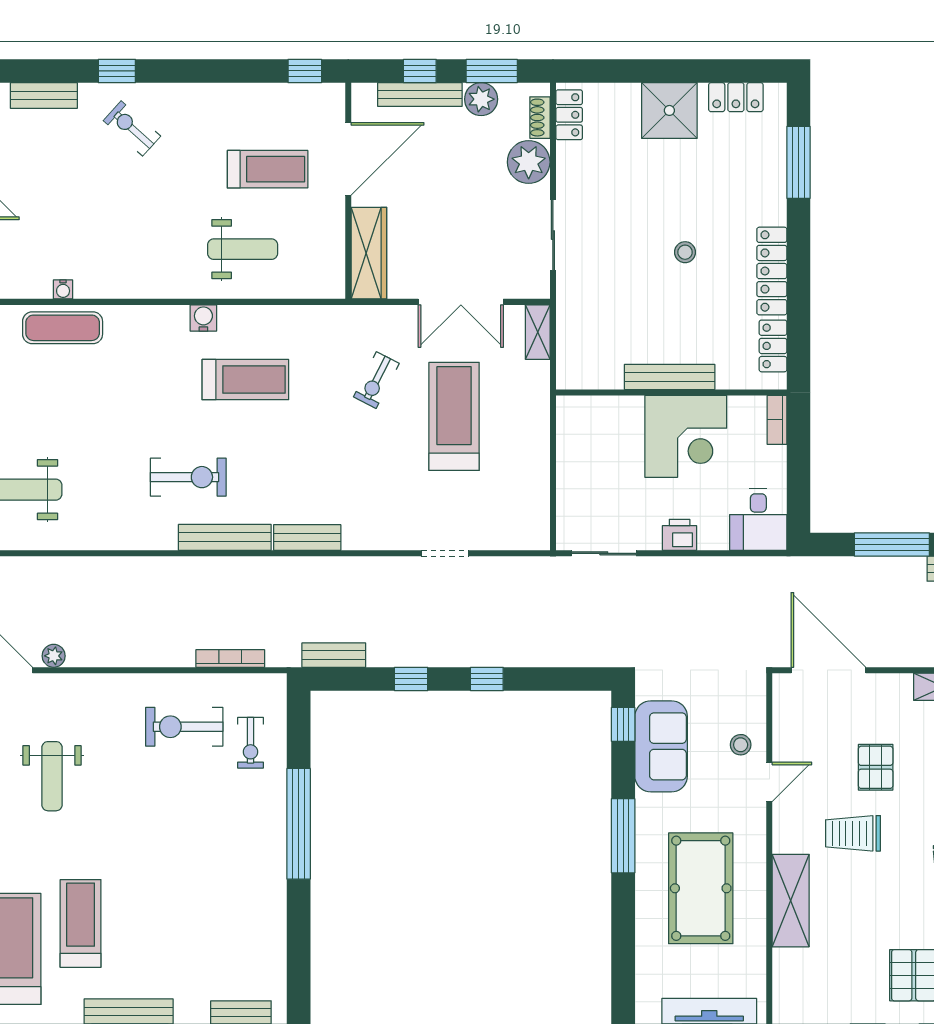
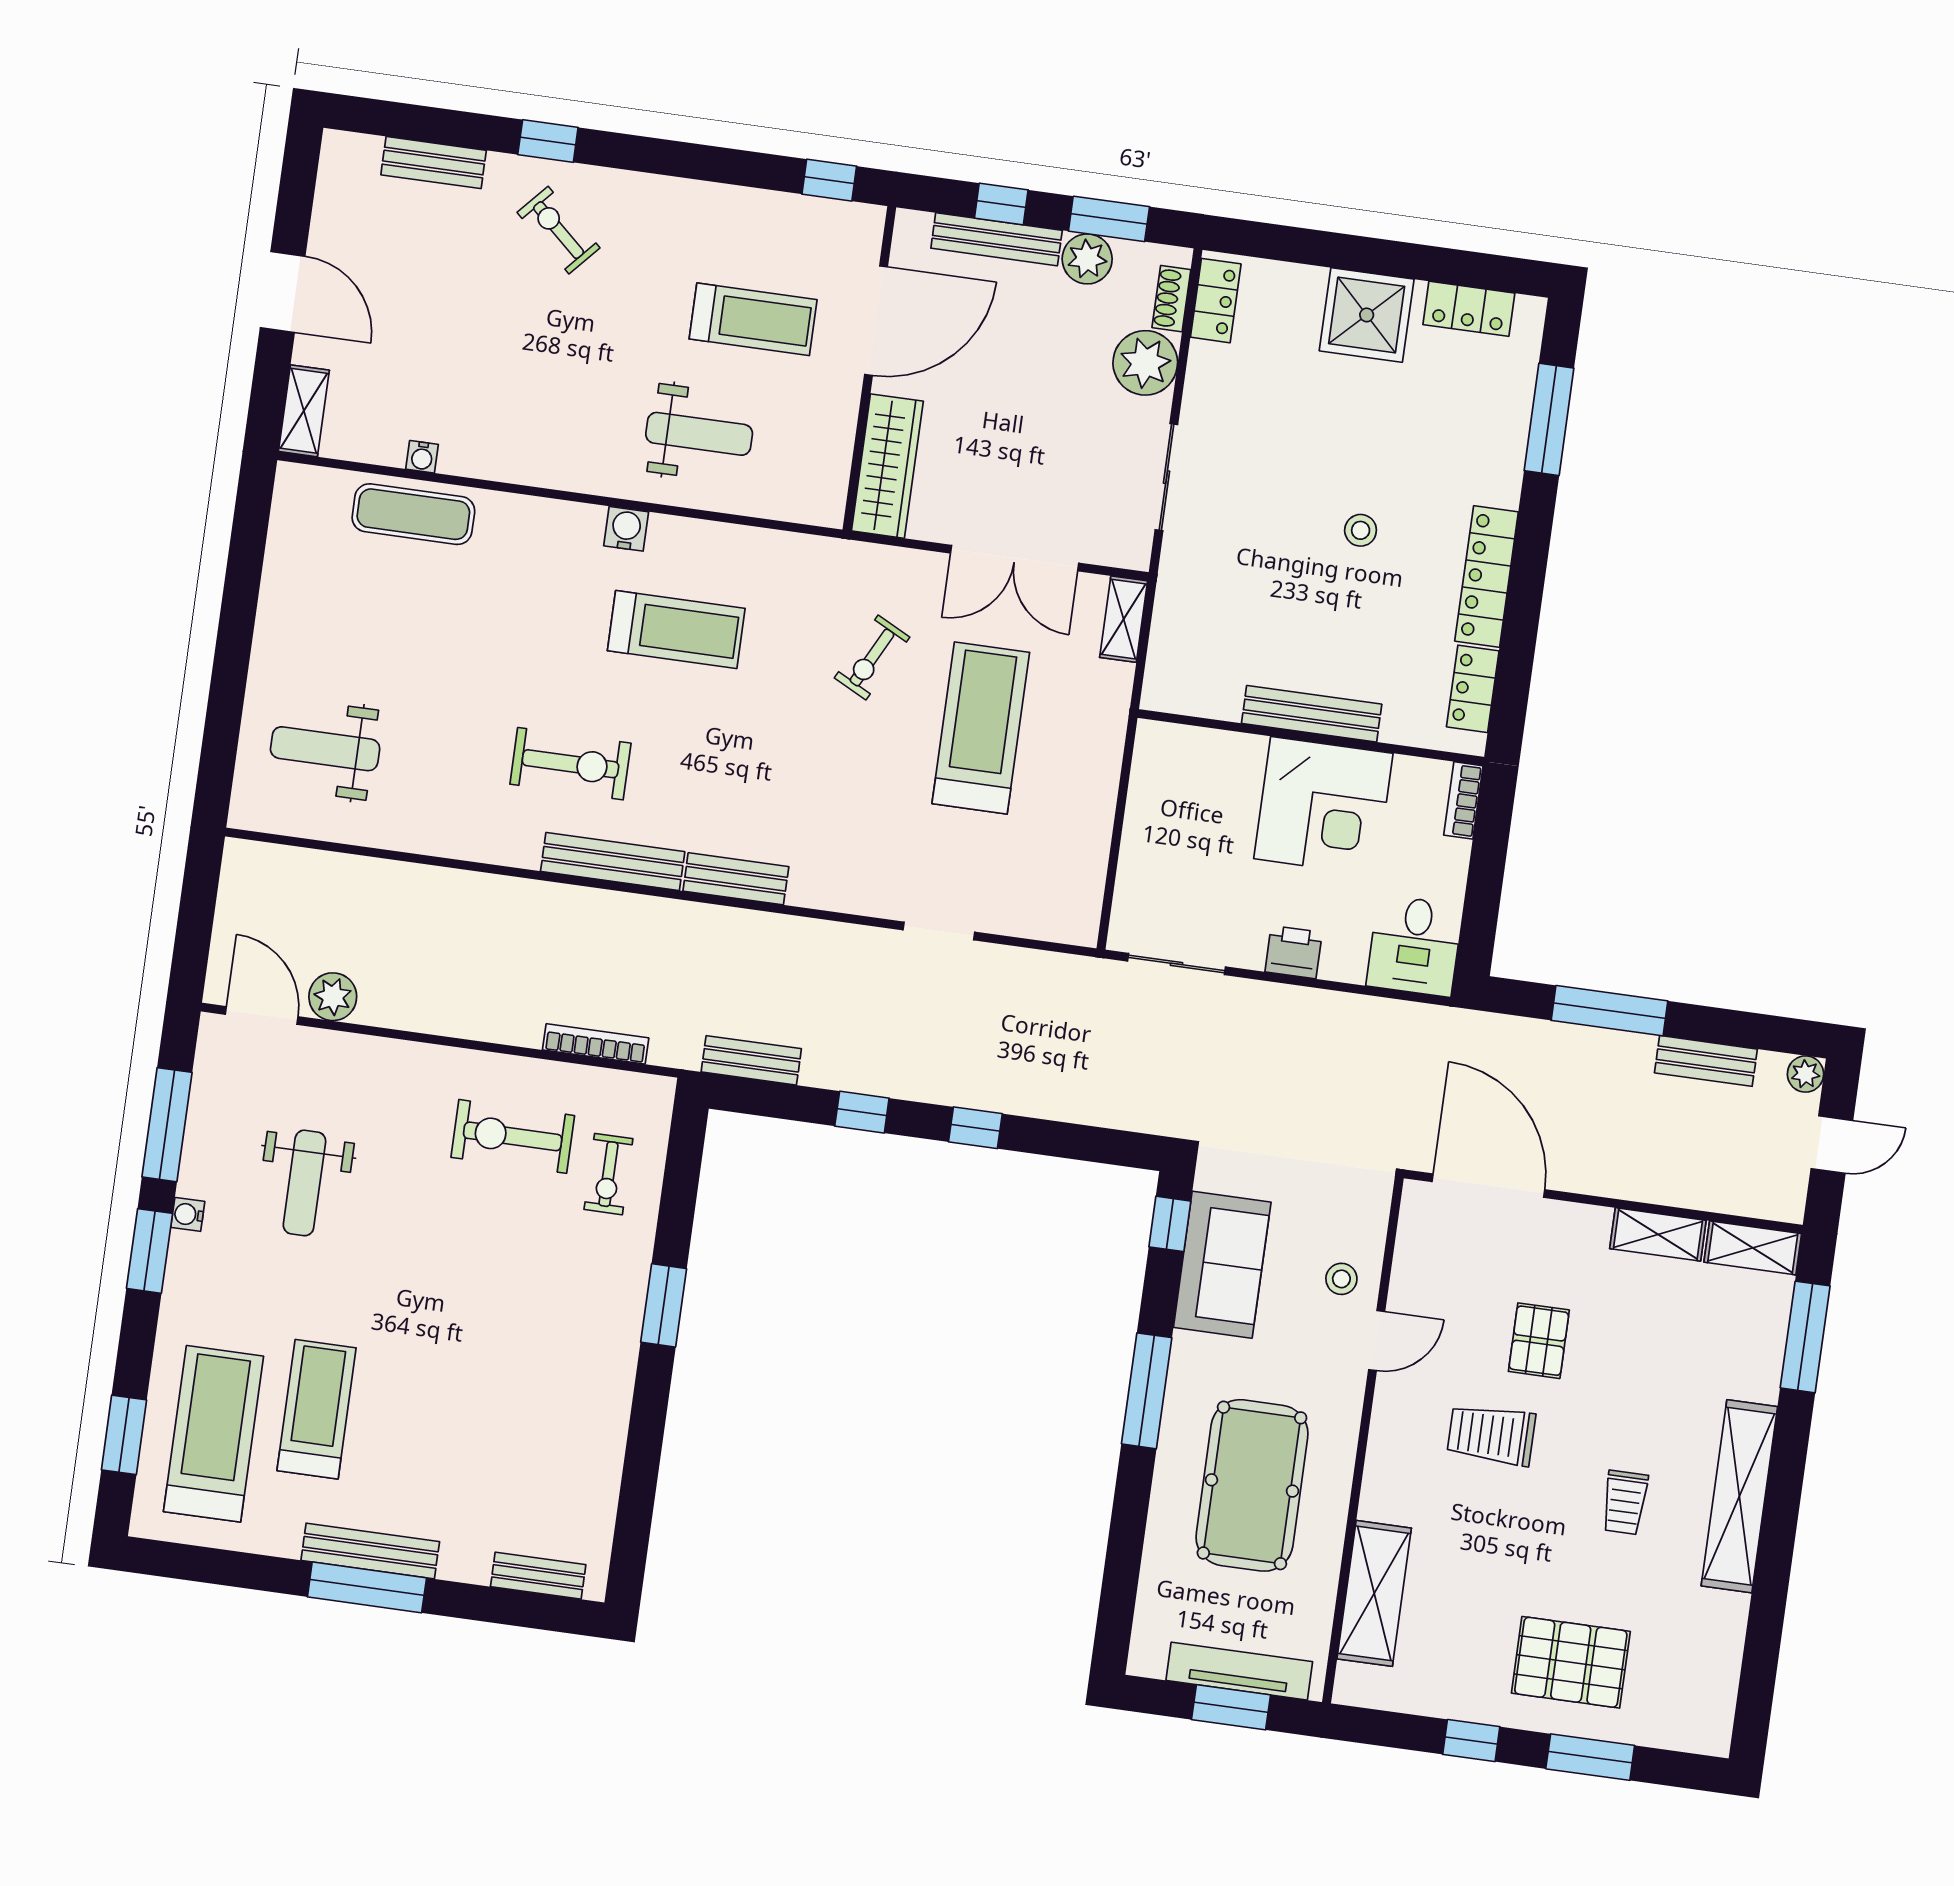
plant: (54, 656) -> (333, 997), width x1.38, depth x1.38
window: (299, 824) -> (664, 1305), width x0.47
shelving: (791, 901) -> (1374, 1593), moved

